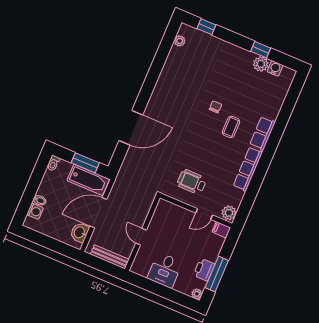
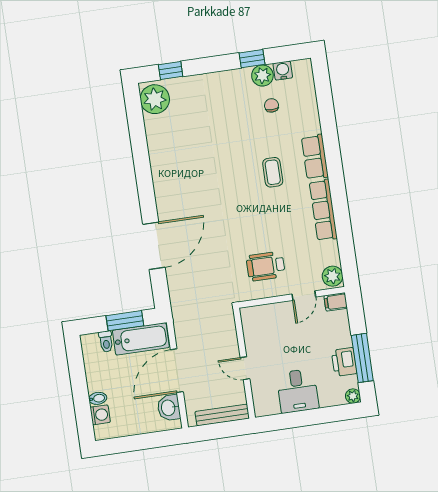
plant: (180, 41) -> (155, 99), width x1.88, depth x1.88
chair: (215, 107) -> (272, 105), moved
toilet: (53, 163) -> (106, 341), moved

